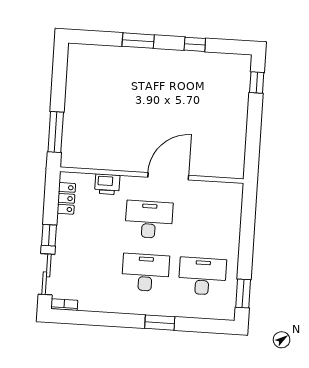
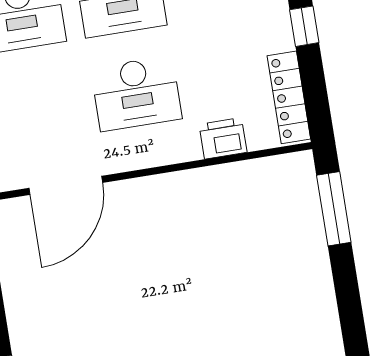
door: (168, 176) -> (66, 185), moved
locker: (66, 198) -> (289, 97), width x1.53

